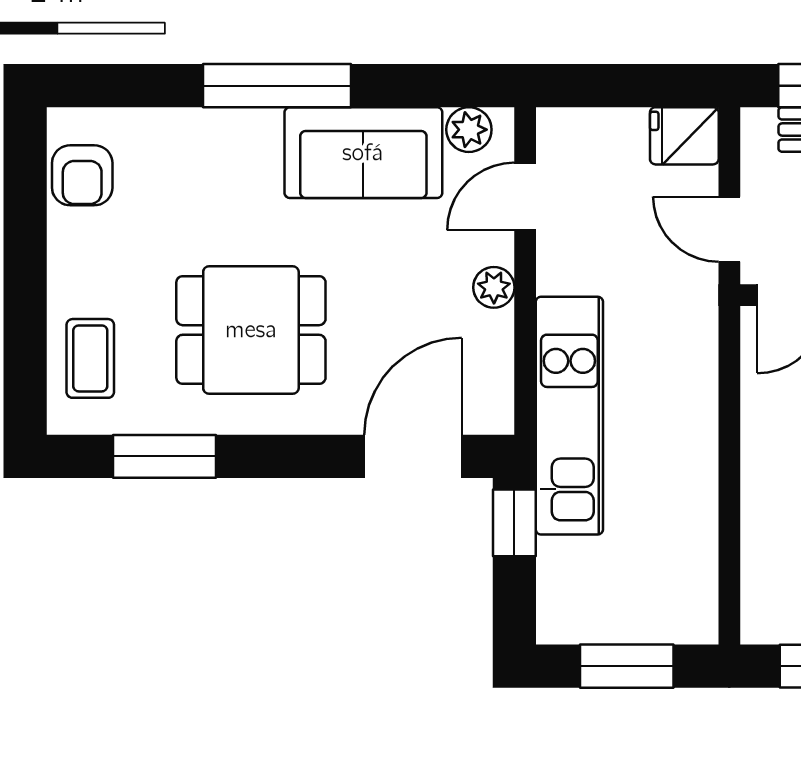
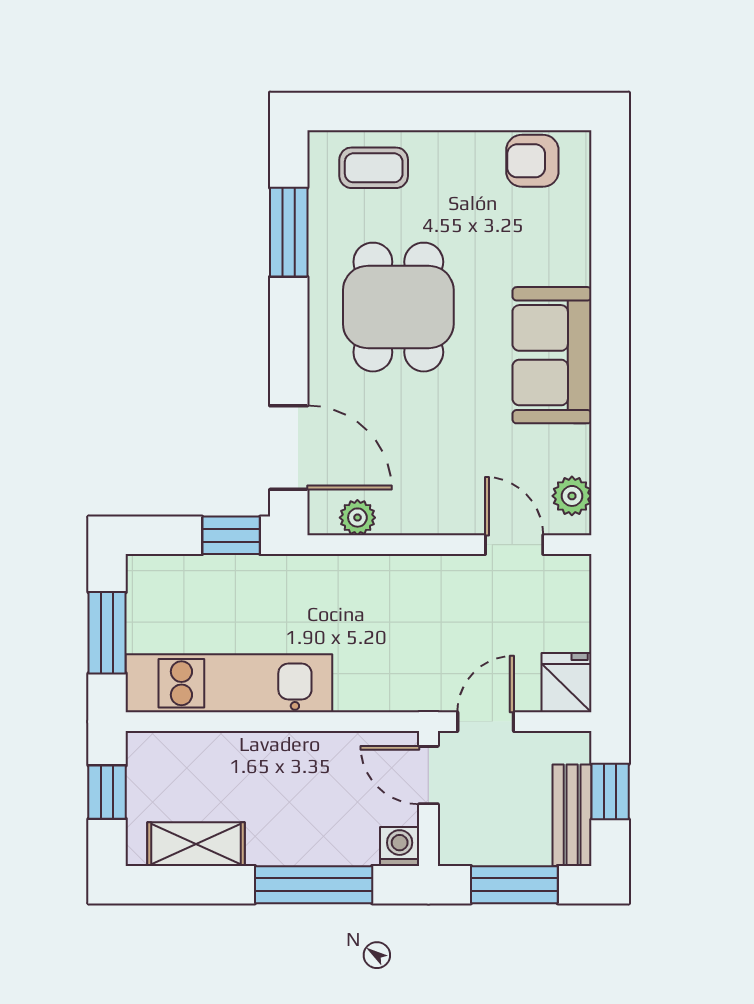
window: (277, 86) -> (610, 330), removed
sofa: (363, 153) -> (552, 355), moved
plant: (494, 287) -> (357, 518), moved
kitchen unit: (569, 416) -> (229, 683), moved, turned 180

